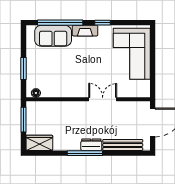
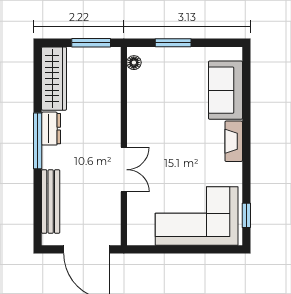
window: (60, 23) -> (246, 101), removed
window: (103, 23) -> (246, 215), moved
wardrobe: (39, 143) -> (54, 79), width x1.50
dresser: (91, 145) -> (51, 129), moved

